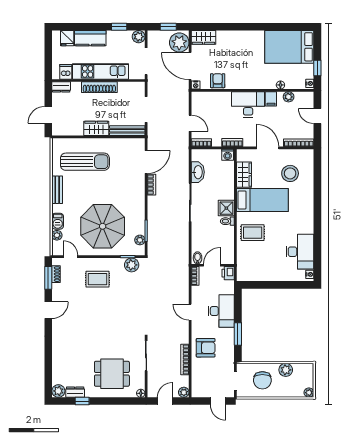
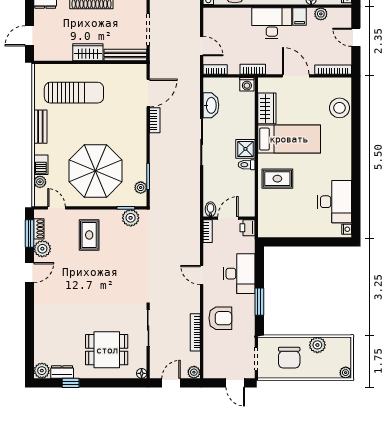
stool: (290, 173) -> (339, 108), moved
rug: (97, 279) -> (89, 235), turned 90
plant: (59, 290) -> (42, 249), added

